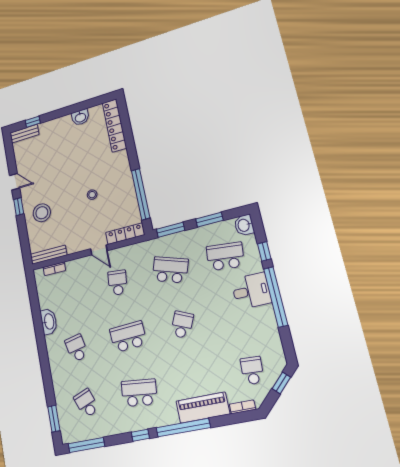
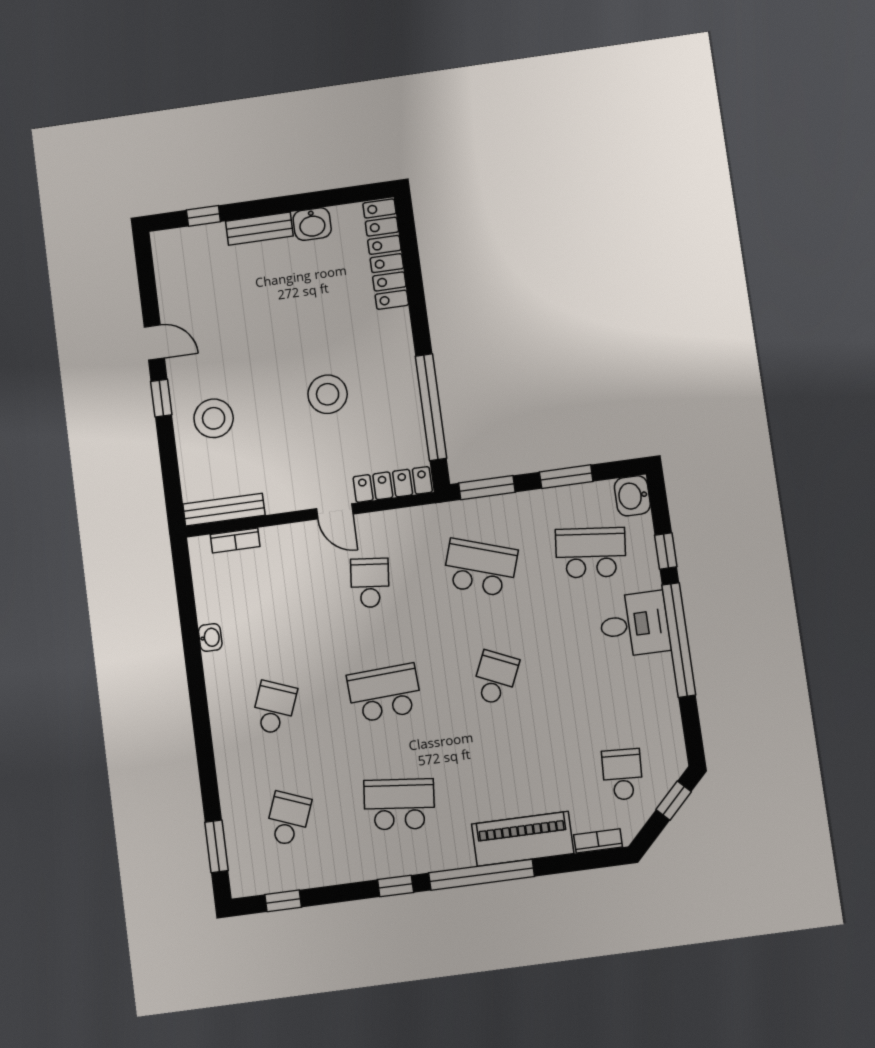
bench: (24, 134) -> (259, 229), moved
stool: (92, 195) -> (328, 394), width x1.89, depth x1.89
washbasin: (49, 321) -> (210, 637), width x0.52, depth x0.69
school desk: (77, 348) -> (274, 708), turned 33
school desk: (86, 403) -> (288, 819), turned 42
window: (86, 445) -> (283, 901), width x0.46

